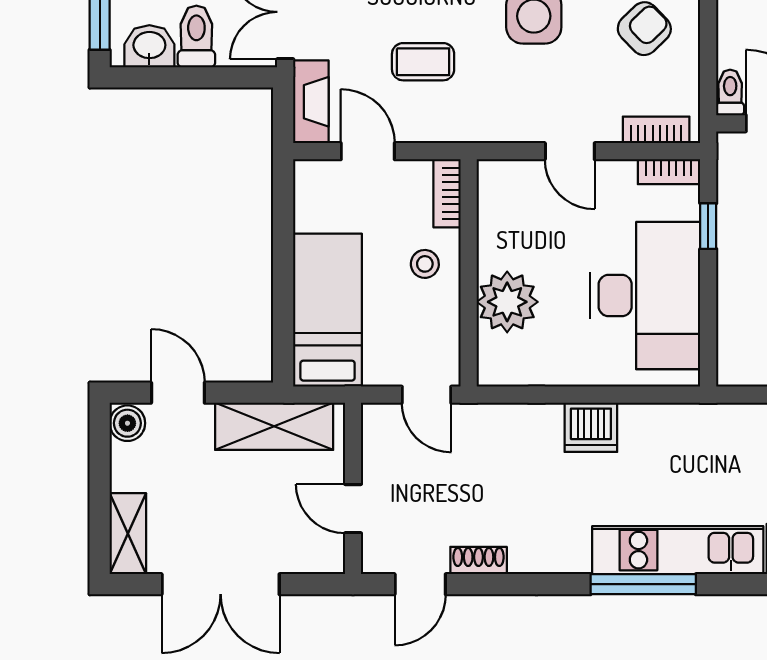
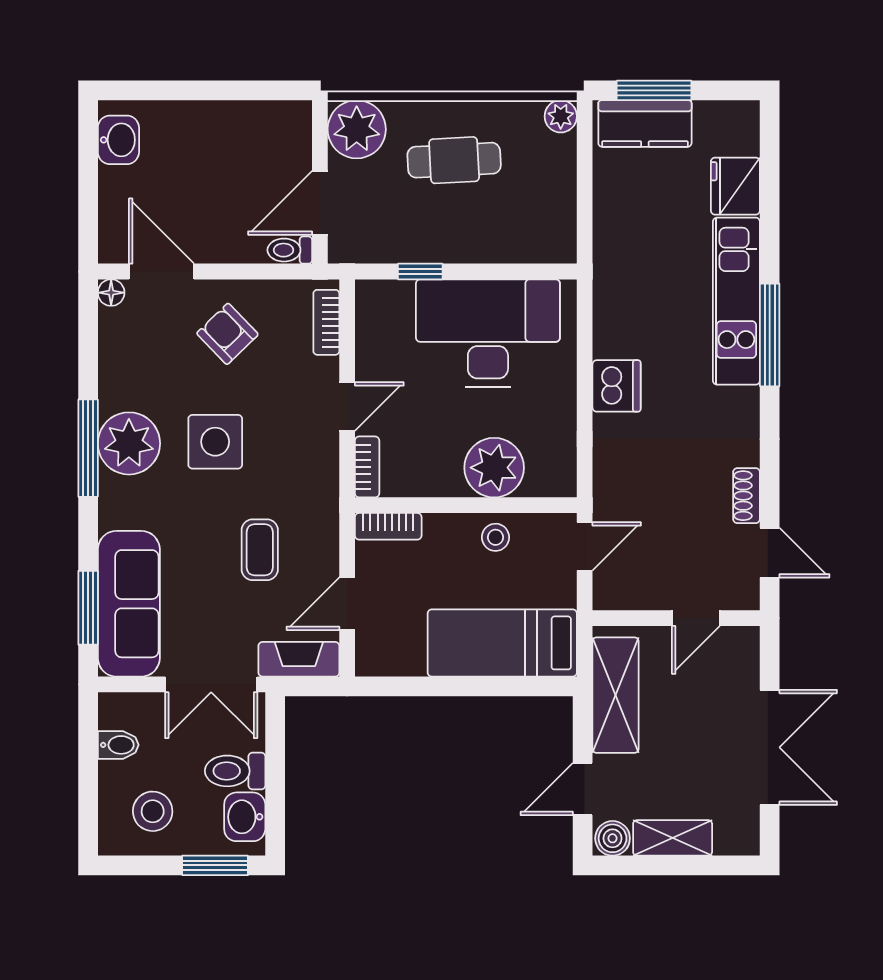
bookcase: (669, 172) -> (367, 467), moved
stool: (425, 264) -> (495, 537), moved
shelving: (128, 534) -> (673, 838), moved

